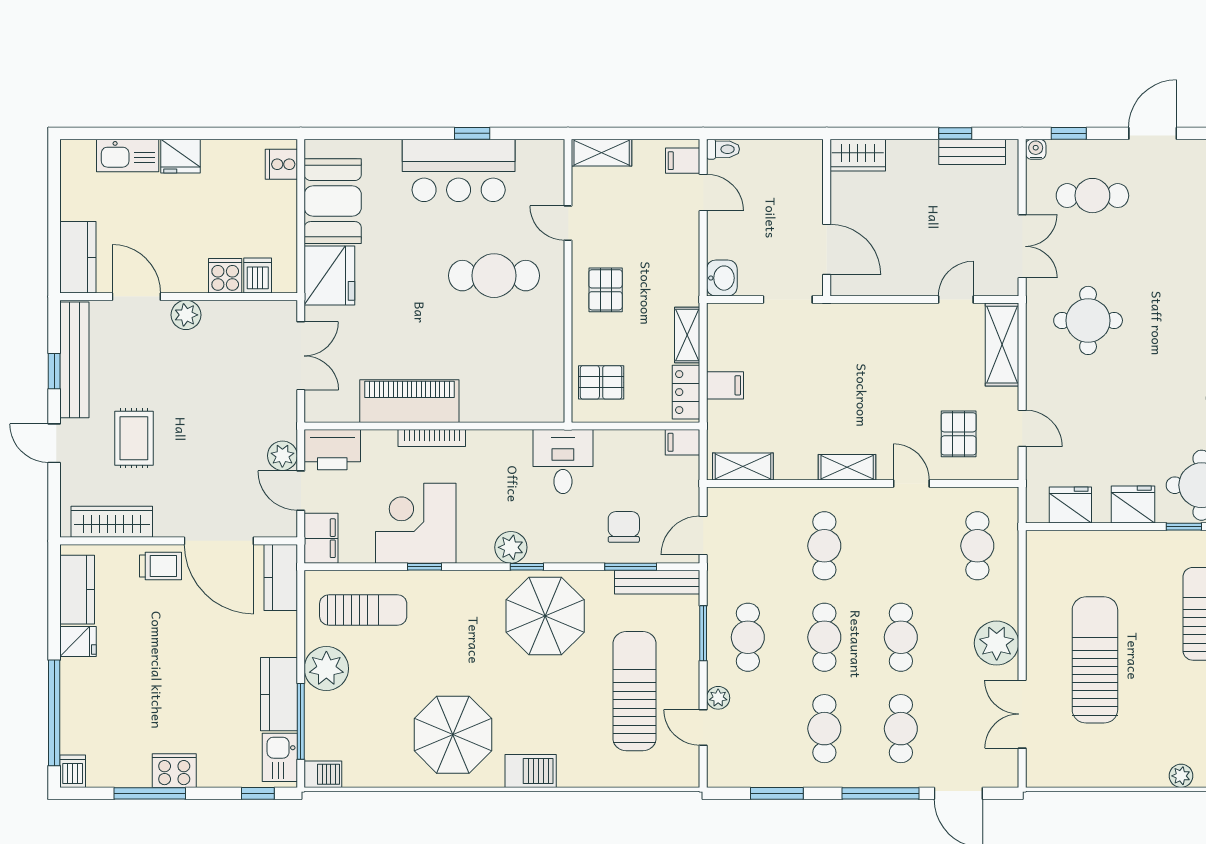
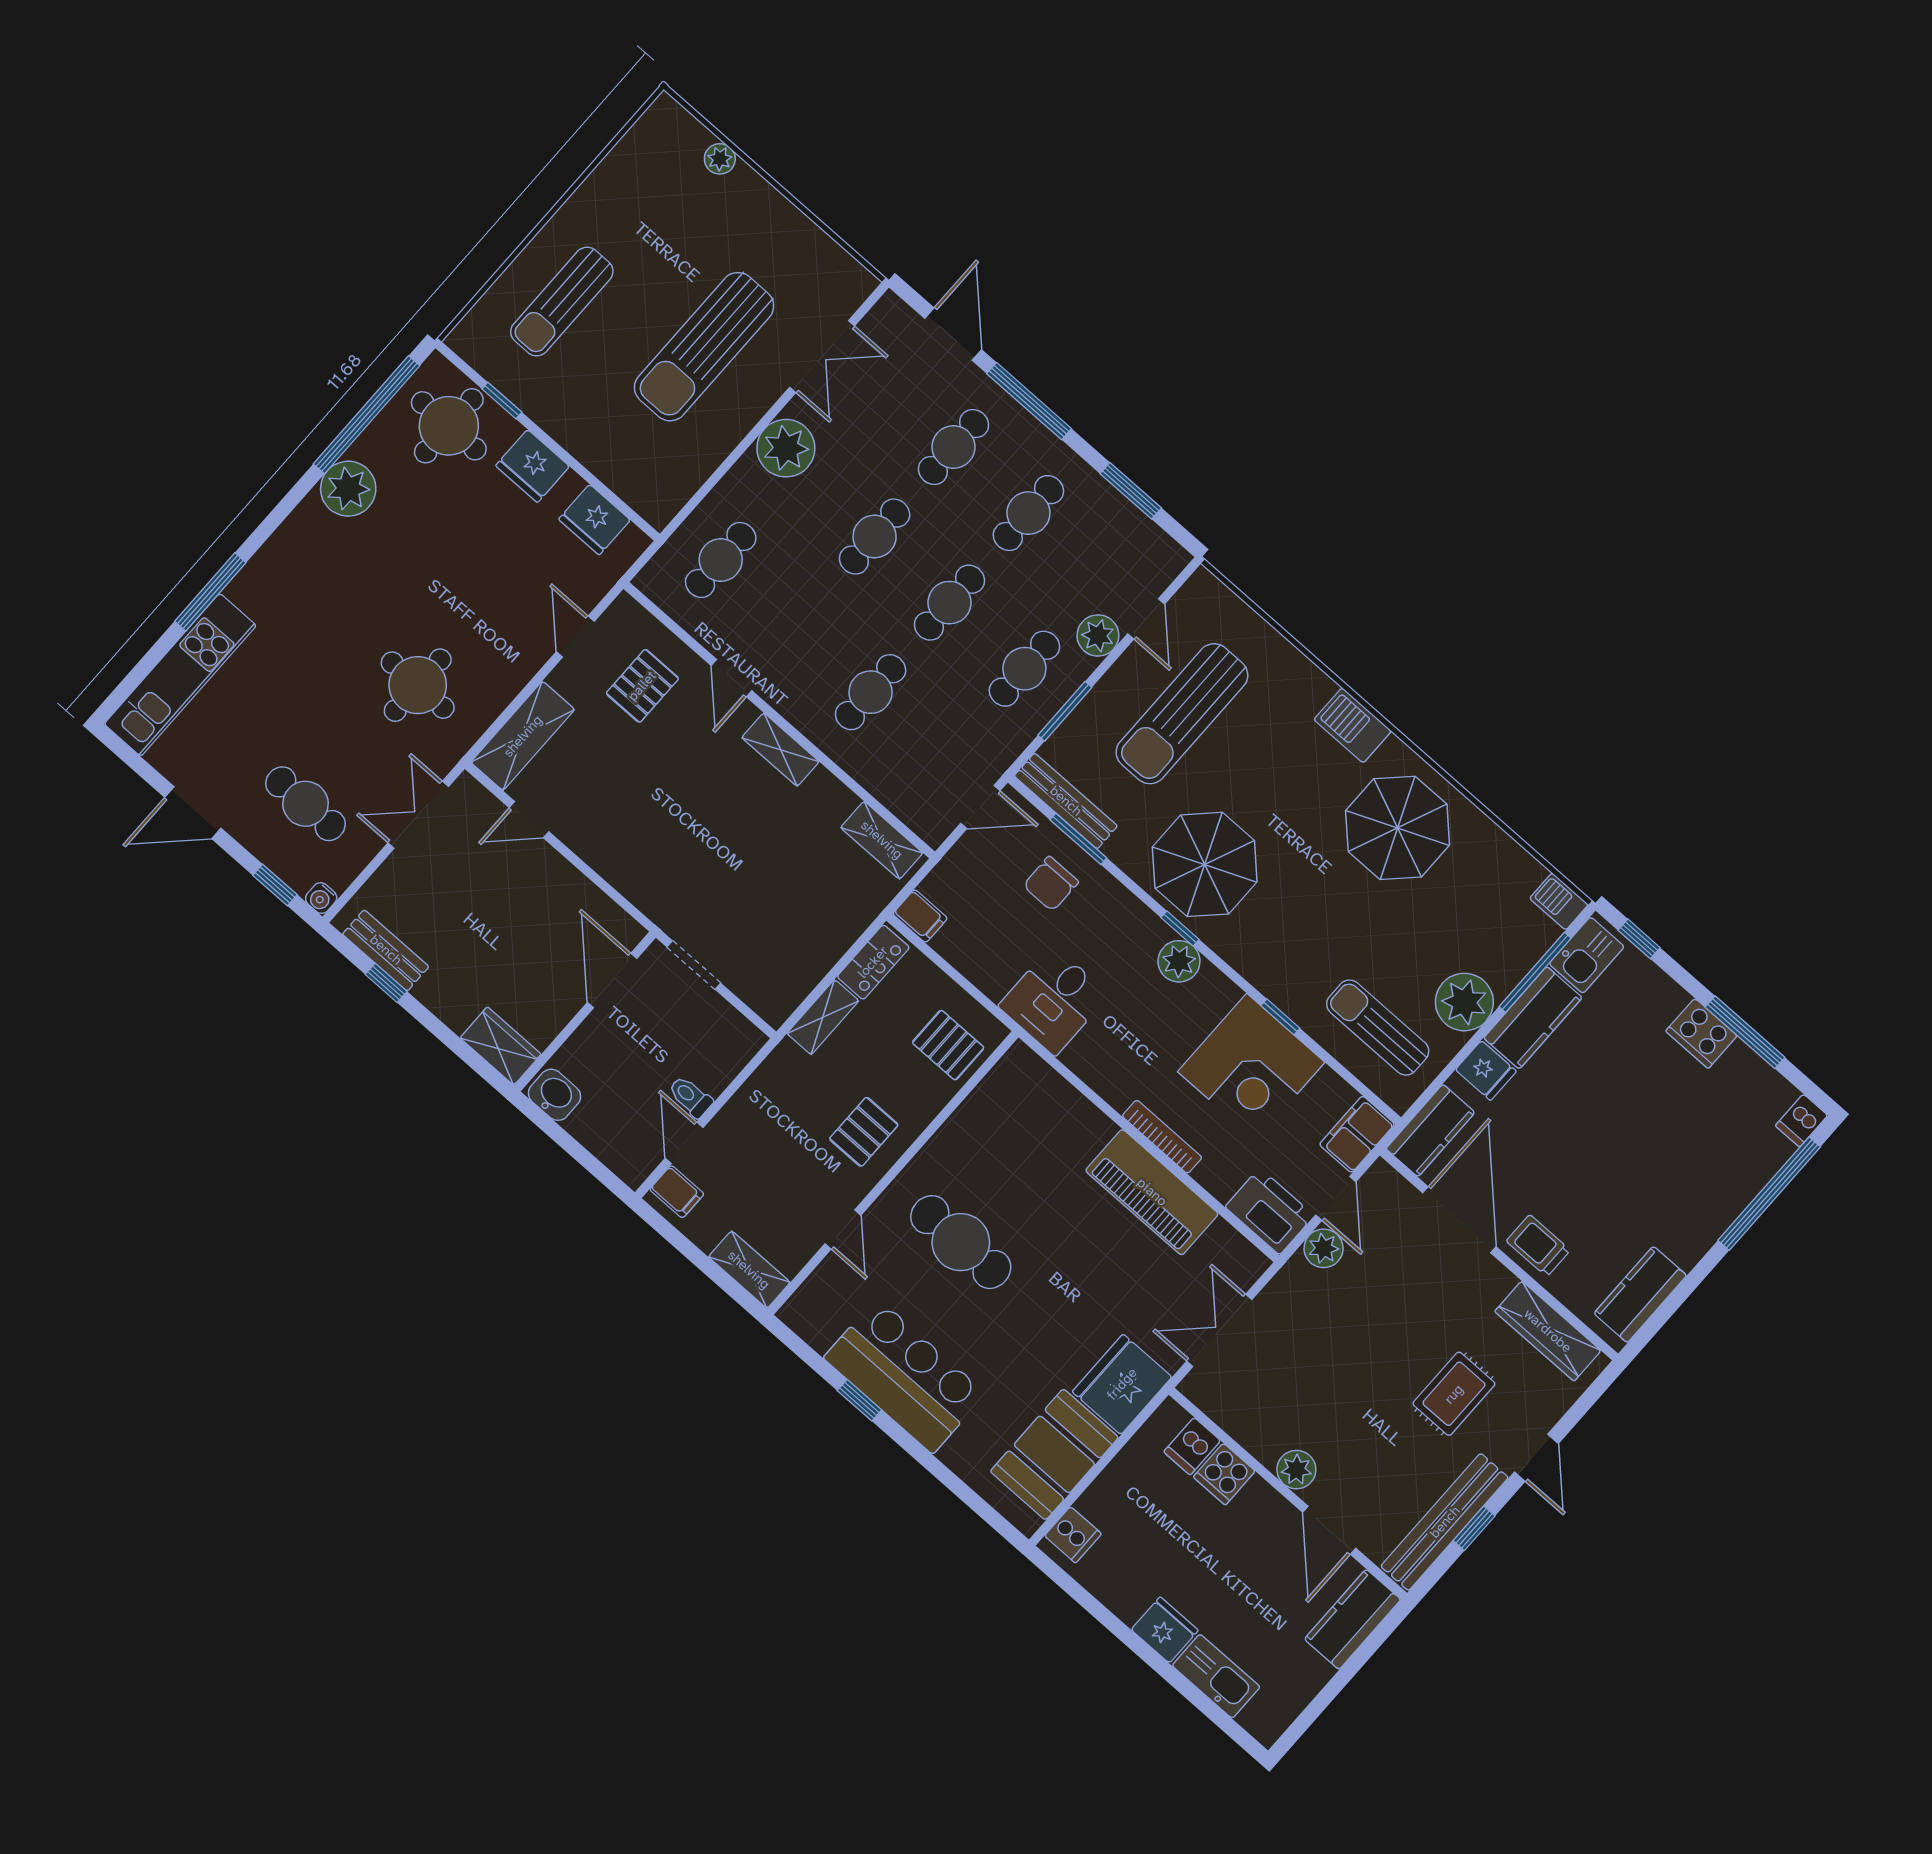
toilet: (723, 149) -> (690, 1097), moved
washbasin: (722, 278) -> (555, 1095), moved, turned 90
filing cabinet: (725, 385) -> (829, 935), removed
fridge: (78, 642) -> (1486, 1071), moved, turned 180
plant: (718, 698) -> (1098, 635), width x1.38, depth x1.38

